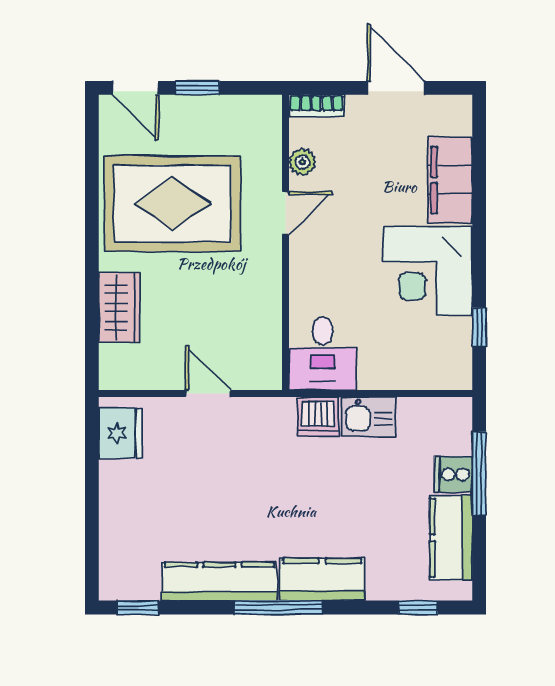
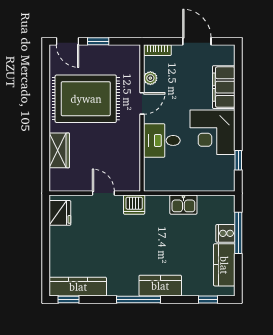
desk: (323, 354) -> (162, 140), moved, turned 90
dishwasher: (318, 417) -> (134, 205), moved
kitchen counter: (219, 582) -> (78, 287), moved

